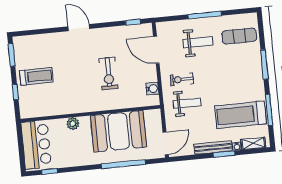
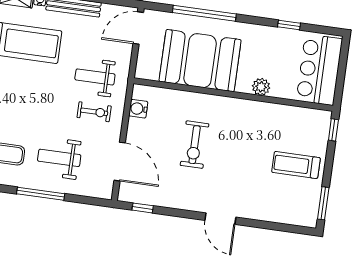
exercise bike: (108, 74) -> (195, 145), turned 180
window: (15, 92) -> (333, 130), moved
window: (50, 171) -> (289, 25), moved

